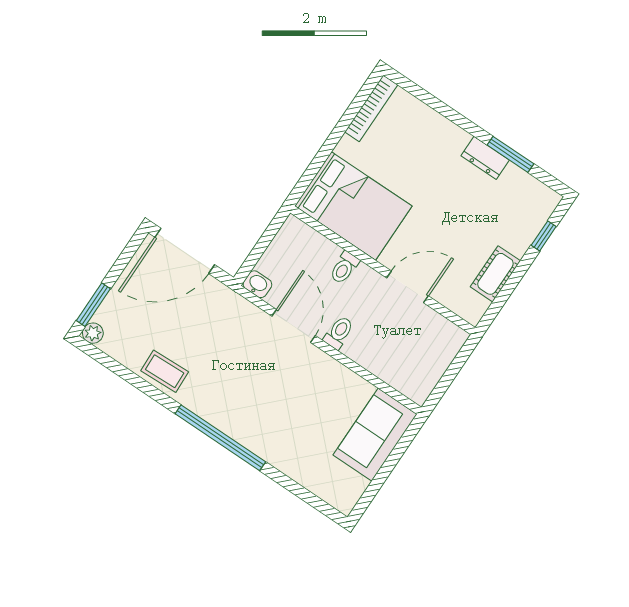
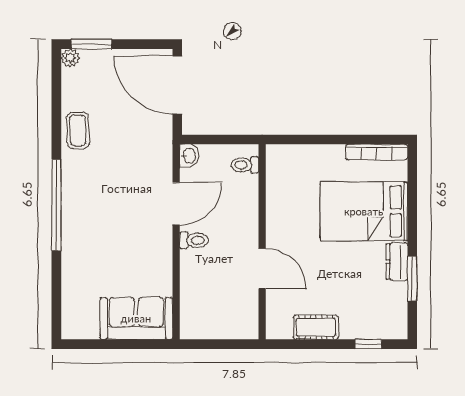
bed: (353, 206) -> (364, 211), moved, turned 90
toilet: (344, 268) -> (245, 165), moved

